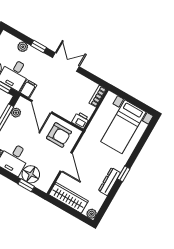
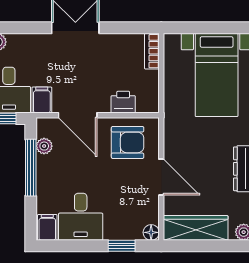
window: (39, 46) -> (21, 28), removed
printer: (81, 120) -> (123, 102), moved
floor lamp: (31, 174) -> (151, 232), moved, width x0.53, depth x0.53

